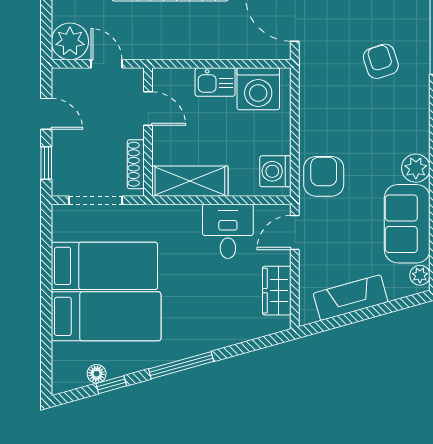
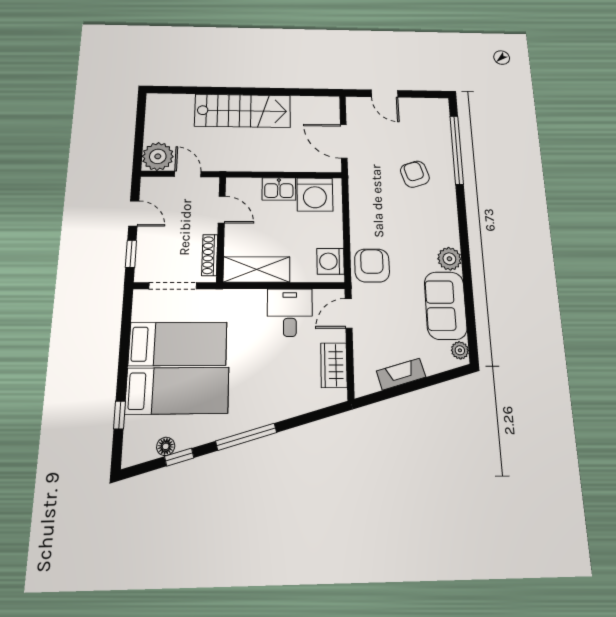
fireplace: (351, 298) -> (401, 374), width x0.73, depth x0.76
window: (46, 341) -> (120, 415), added

